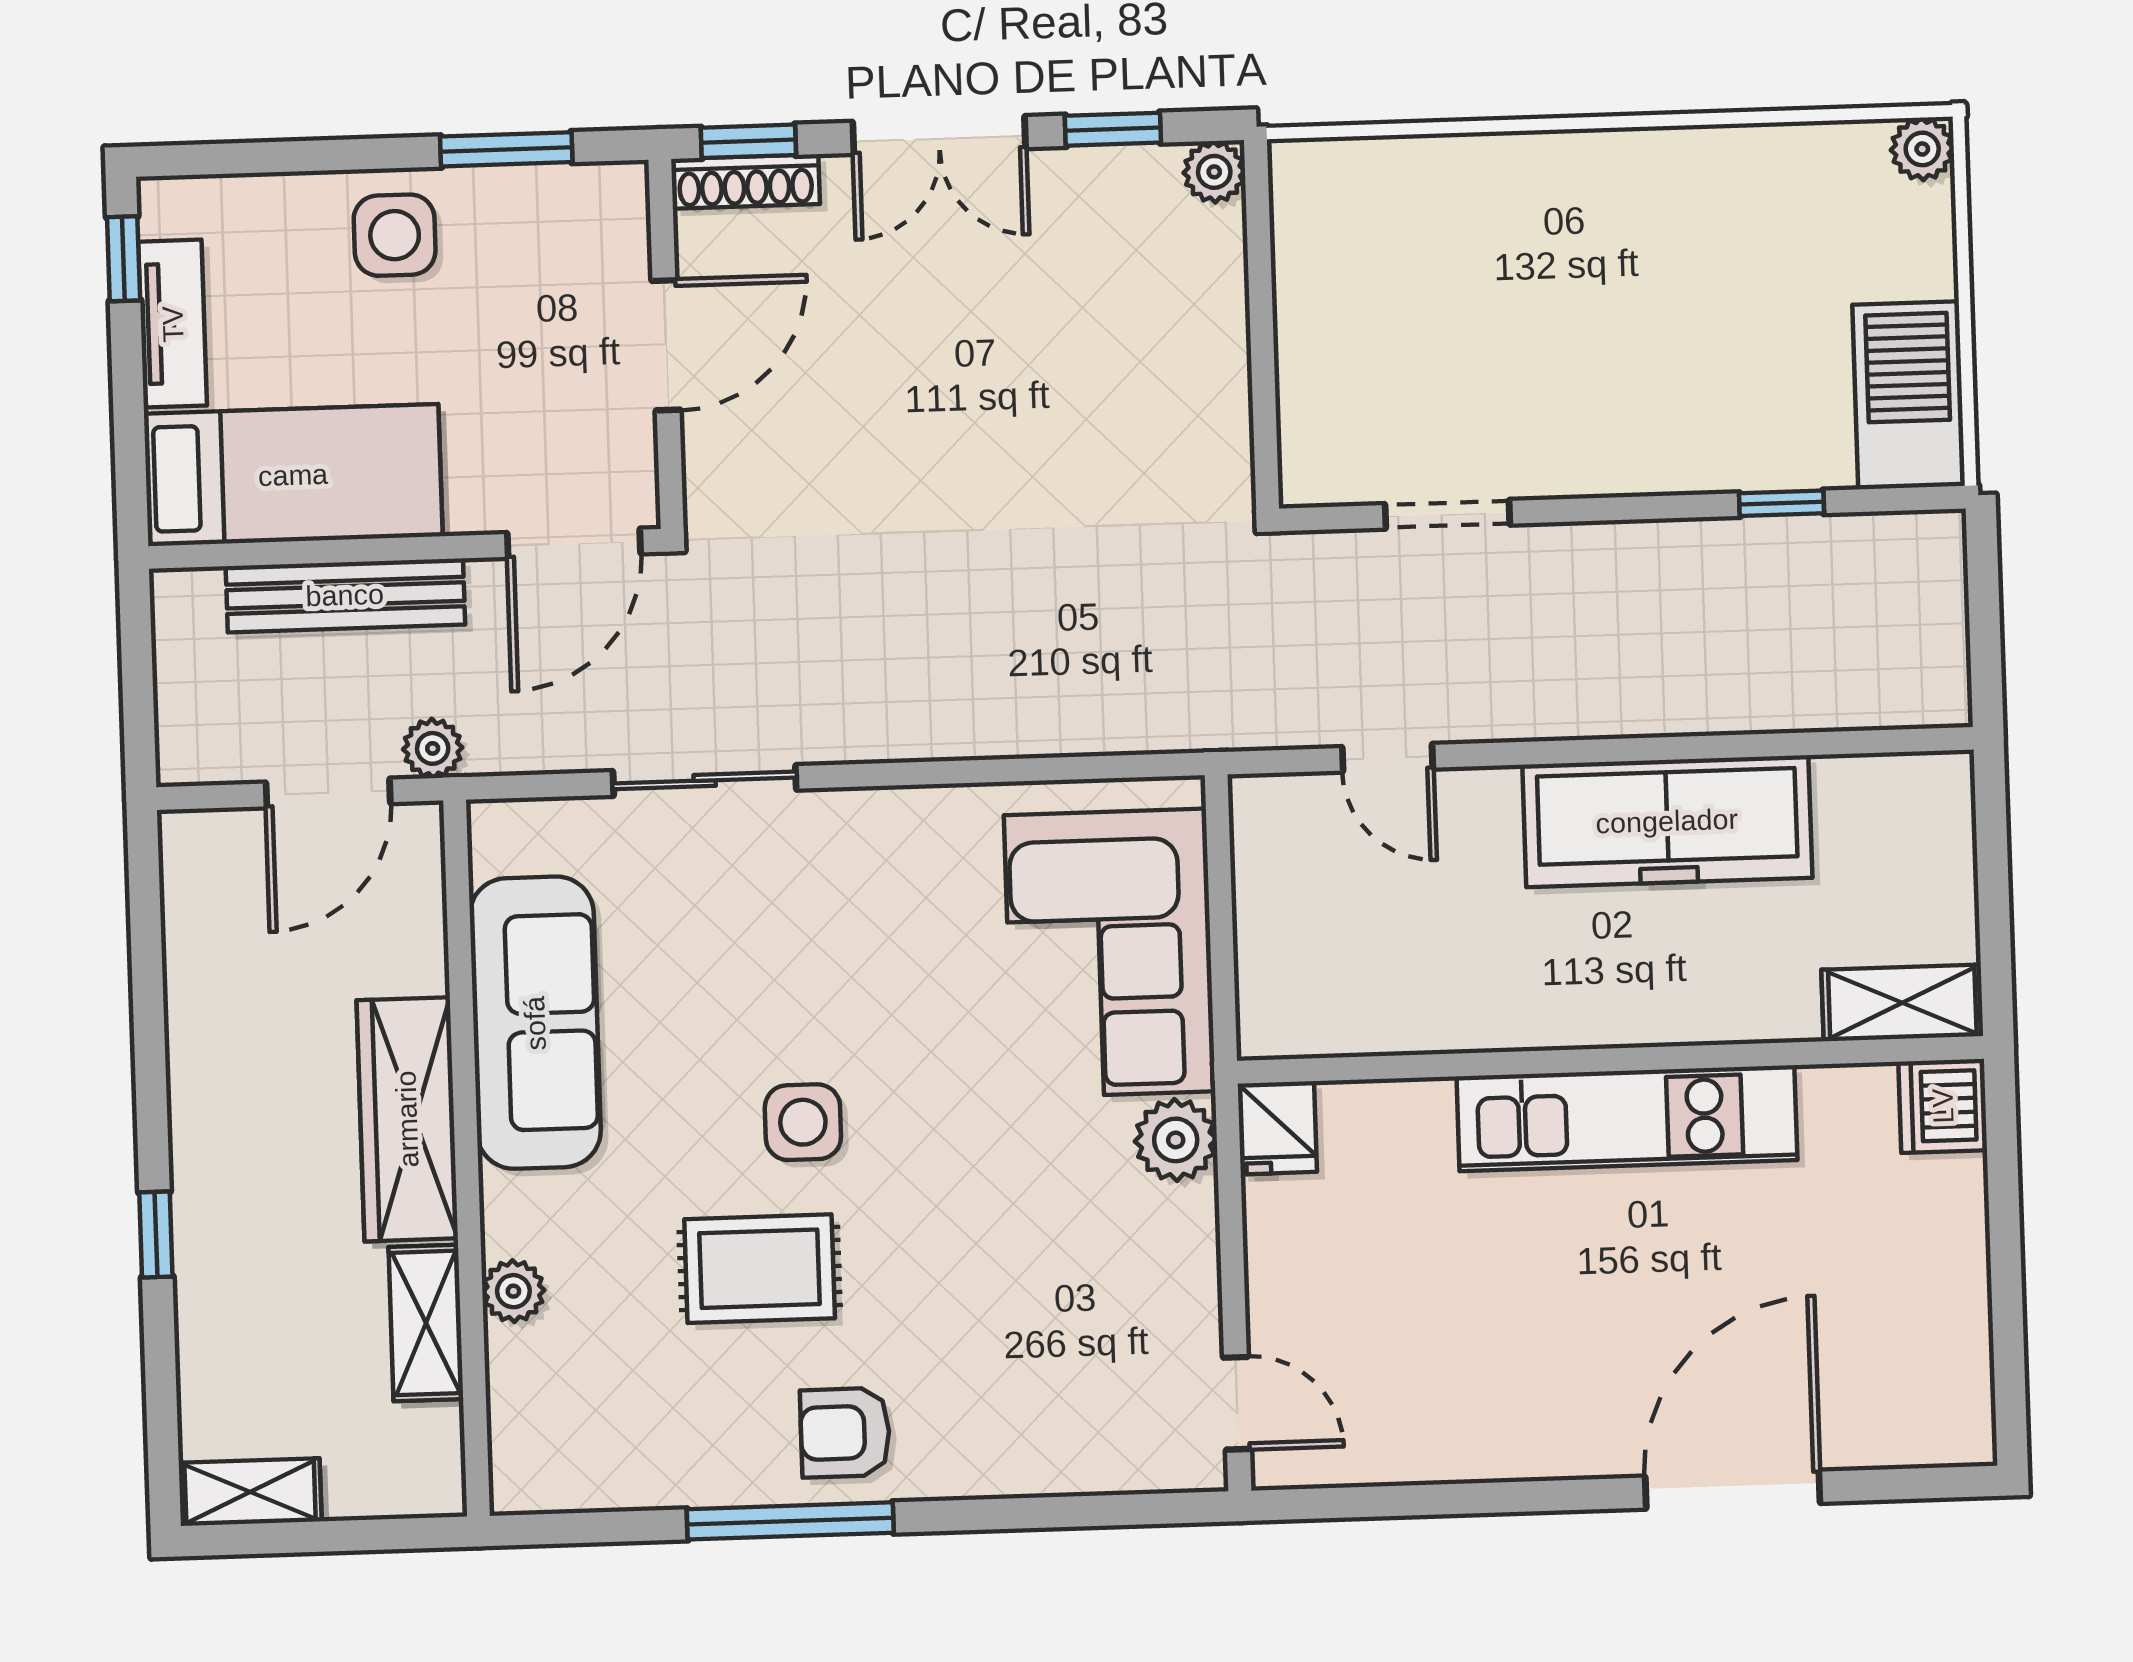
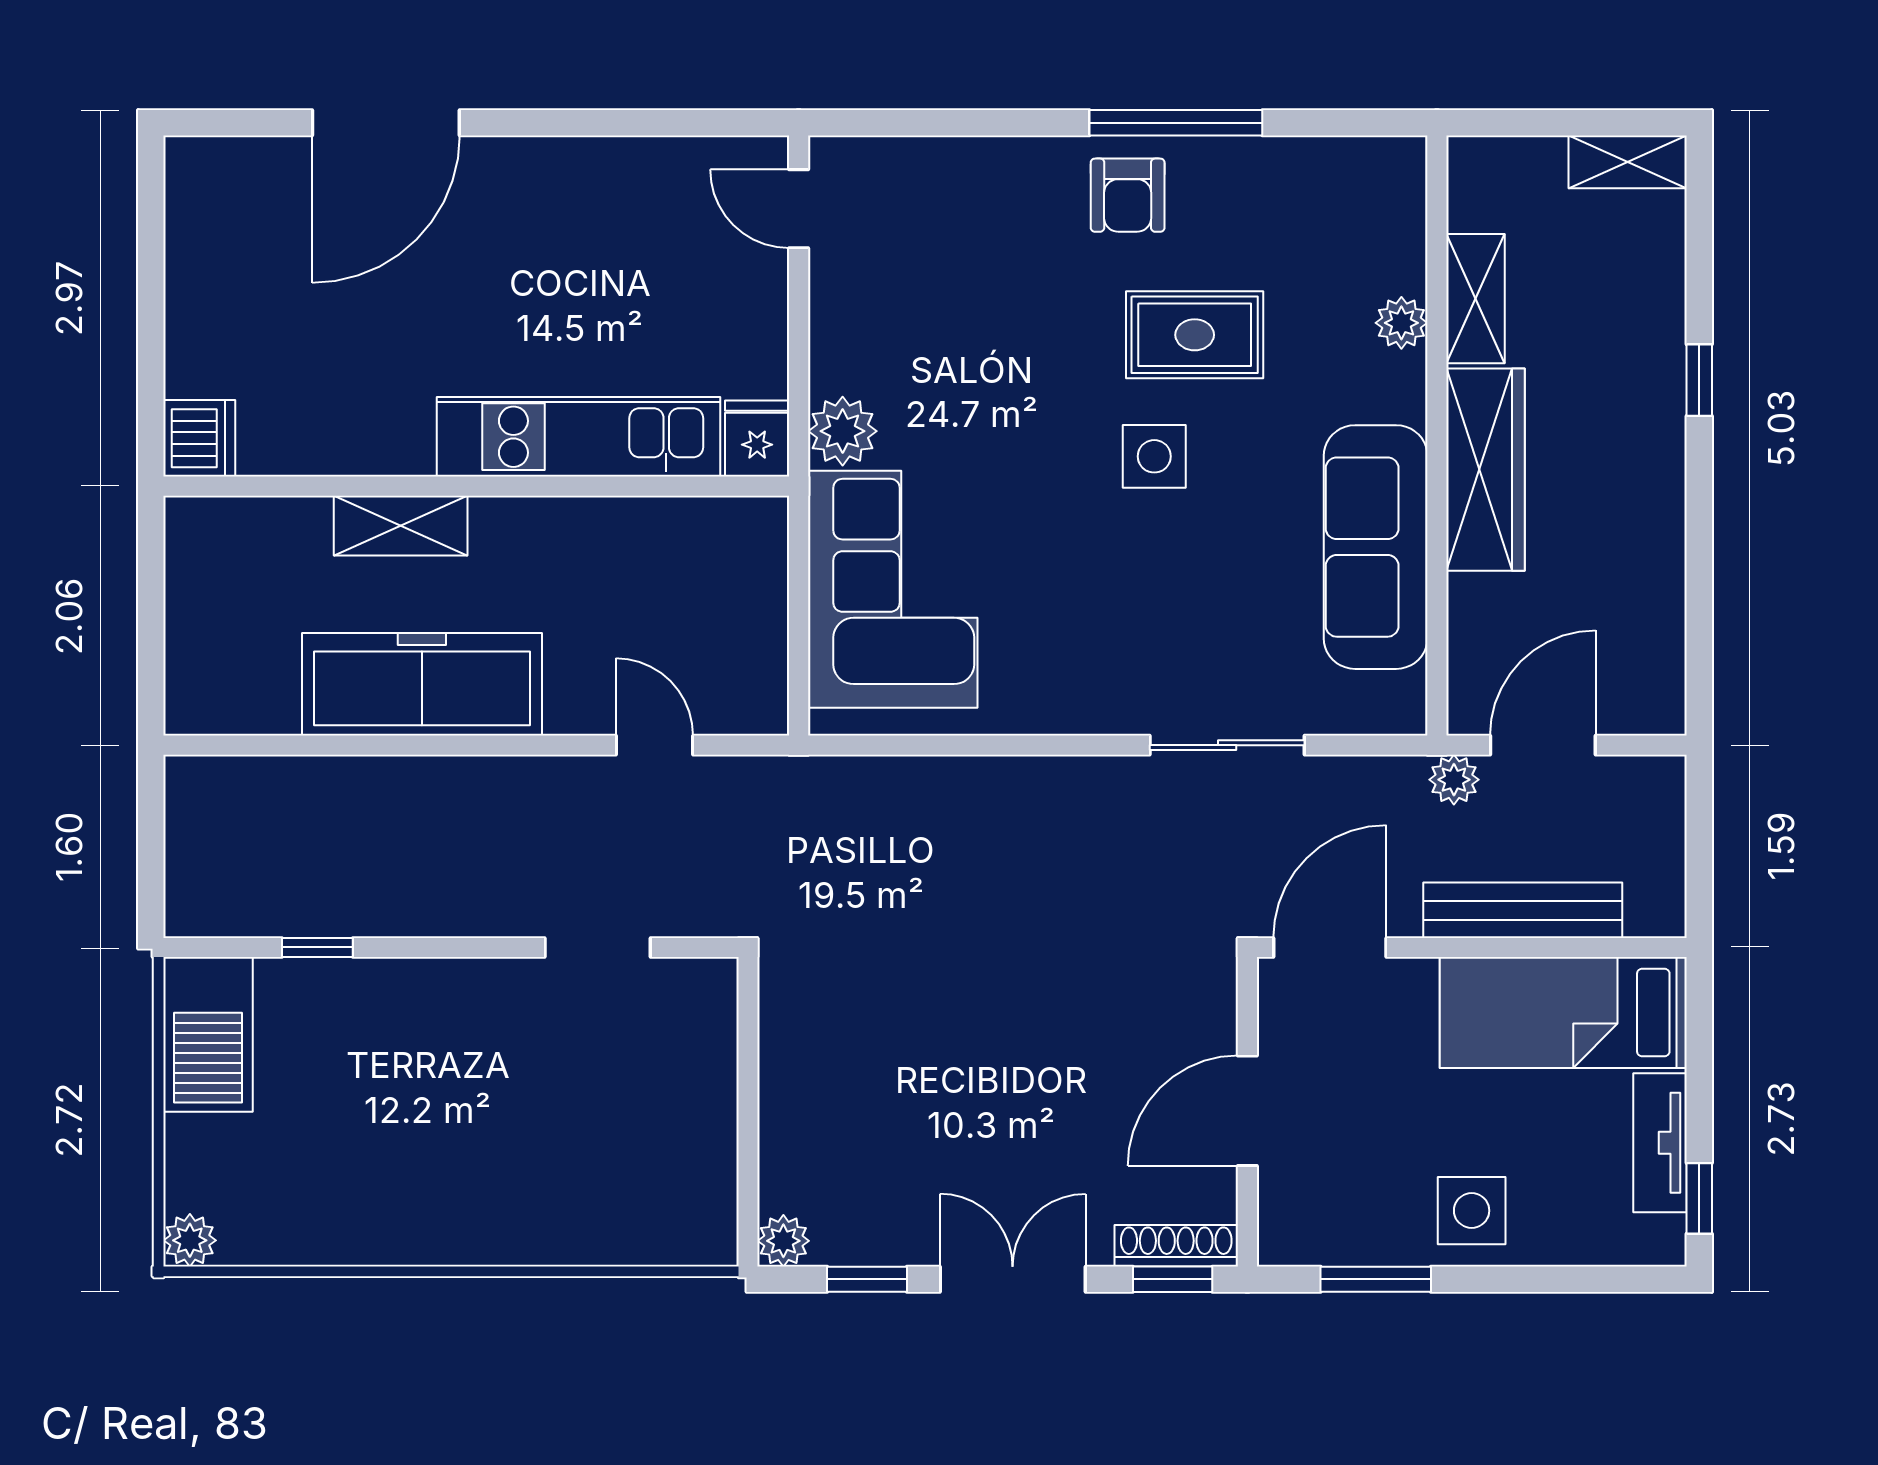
shelving: (1902, 1003) -> (401, 526), moved
kitchen unit: (1627, 1118) -> (579, 437), moved
armchair: (845, 1433) -> (1128, 195), turned 90

